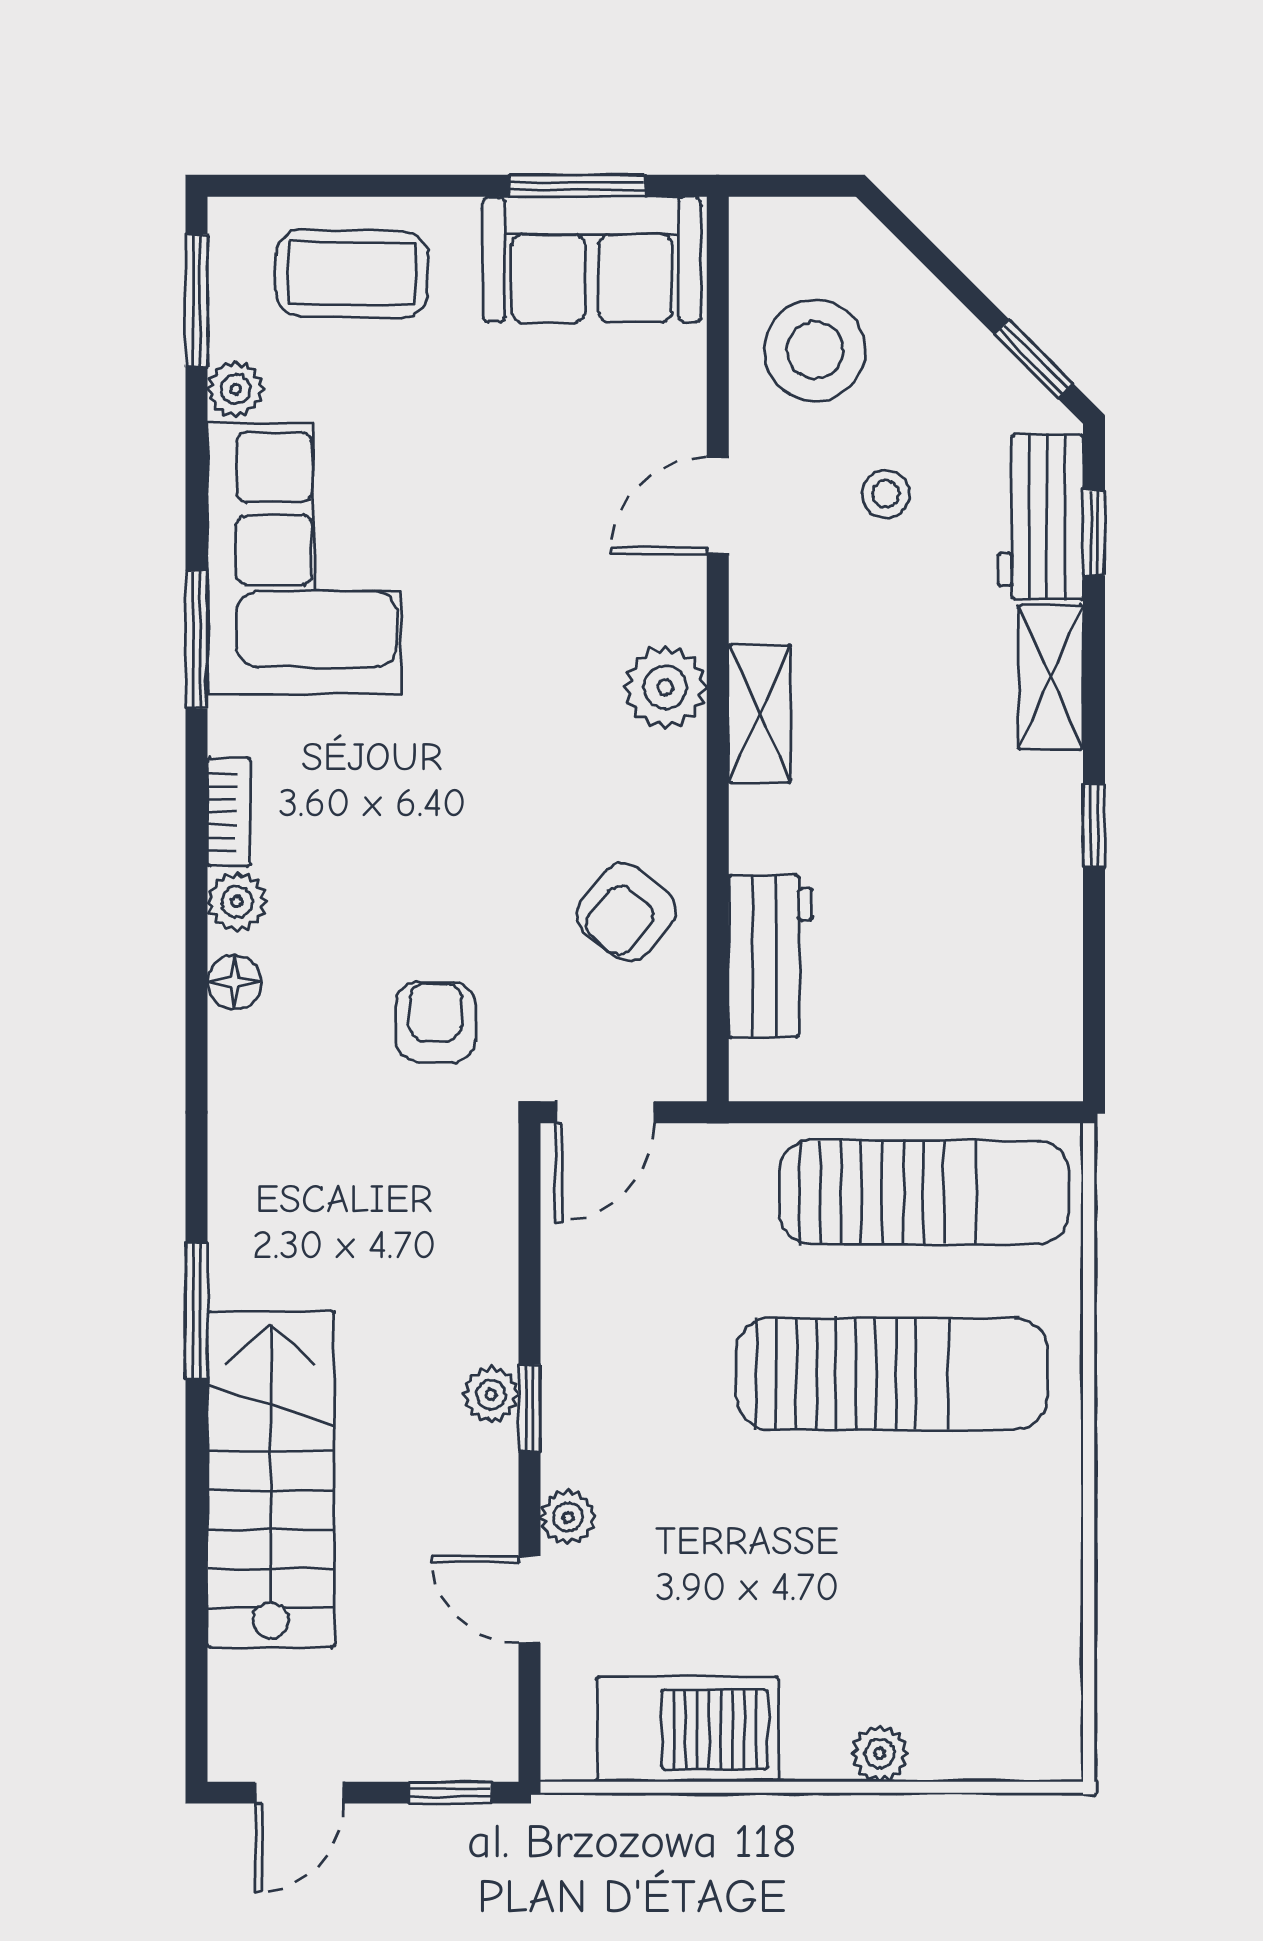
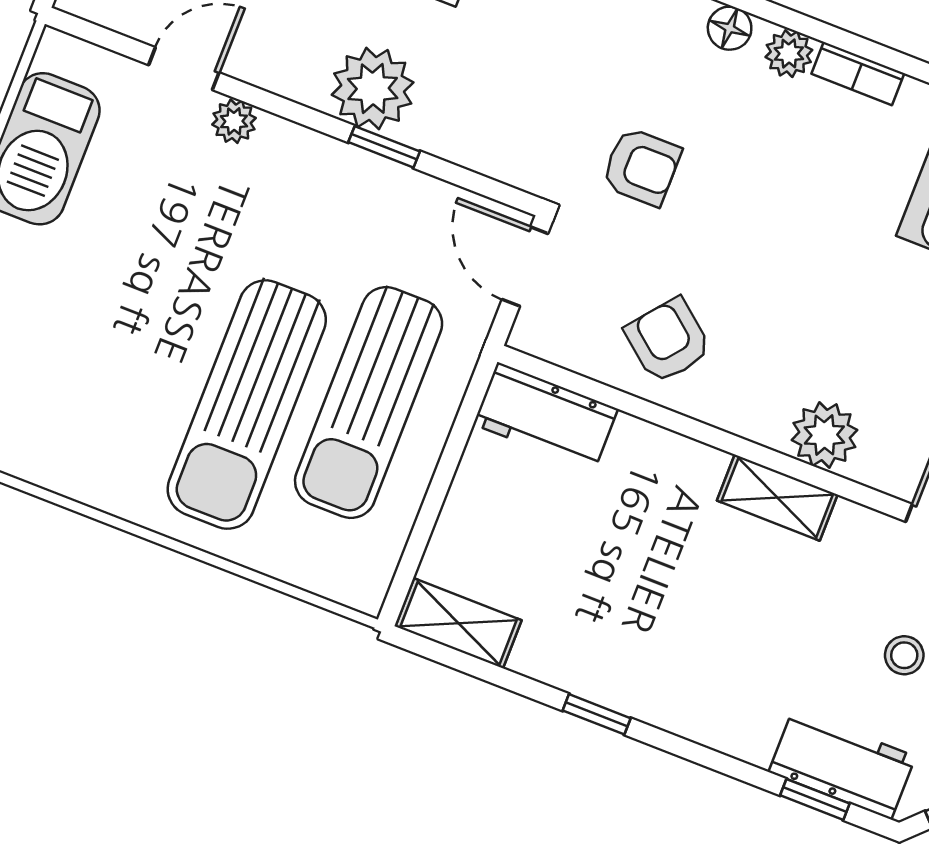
shelving: (1051, 677) -> (459, 623), moved
workbench: (770, 956) -> (546, 417), moved
sun lounger: (924, 1192) -> (369, 402), moved
plant: (491, 1395) -> (373, 89), width x1.88, depth x1.88
window: (529, 1408) -> (384, 147), moved

